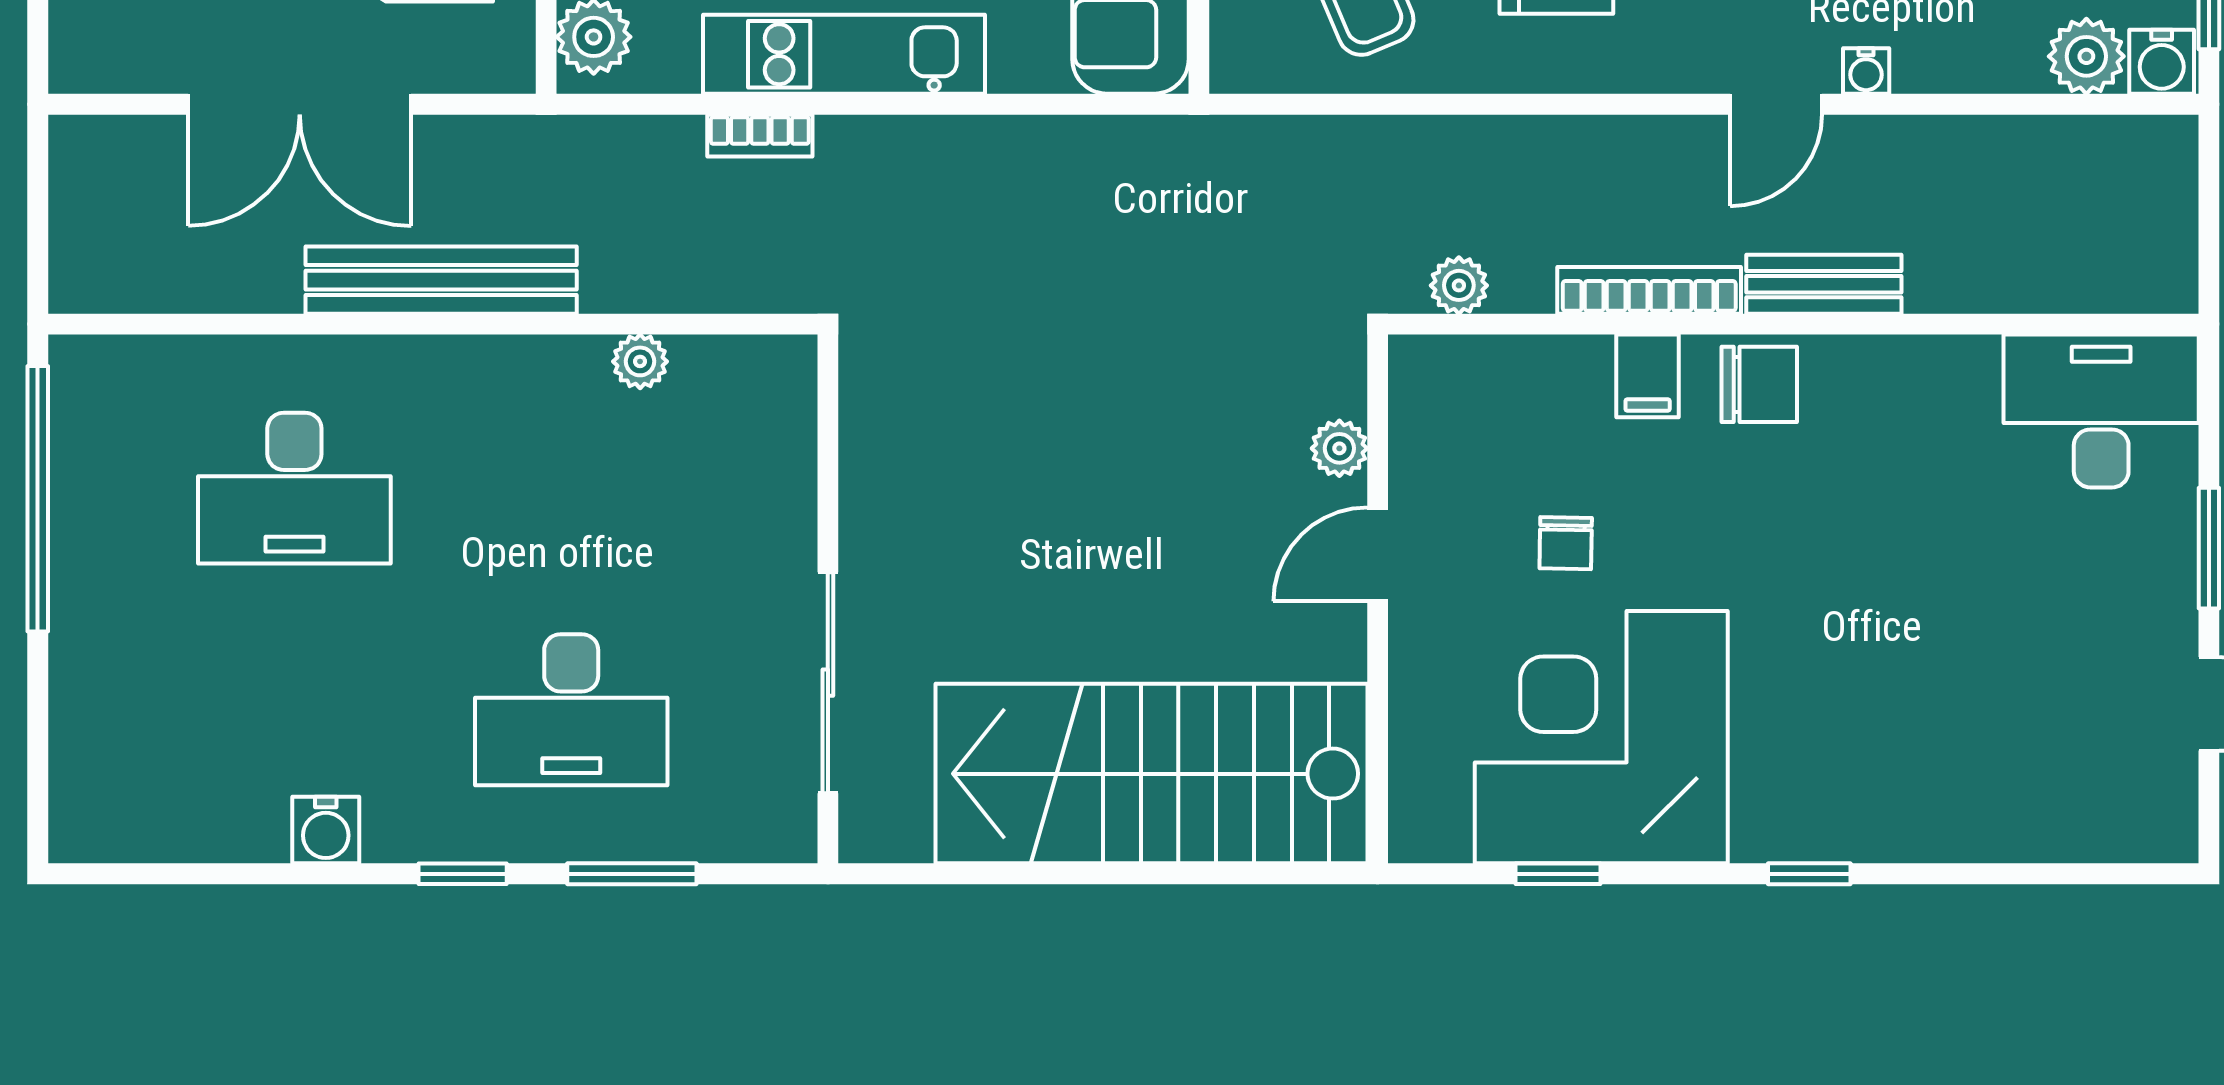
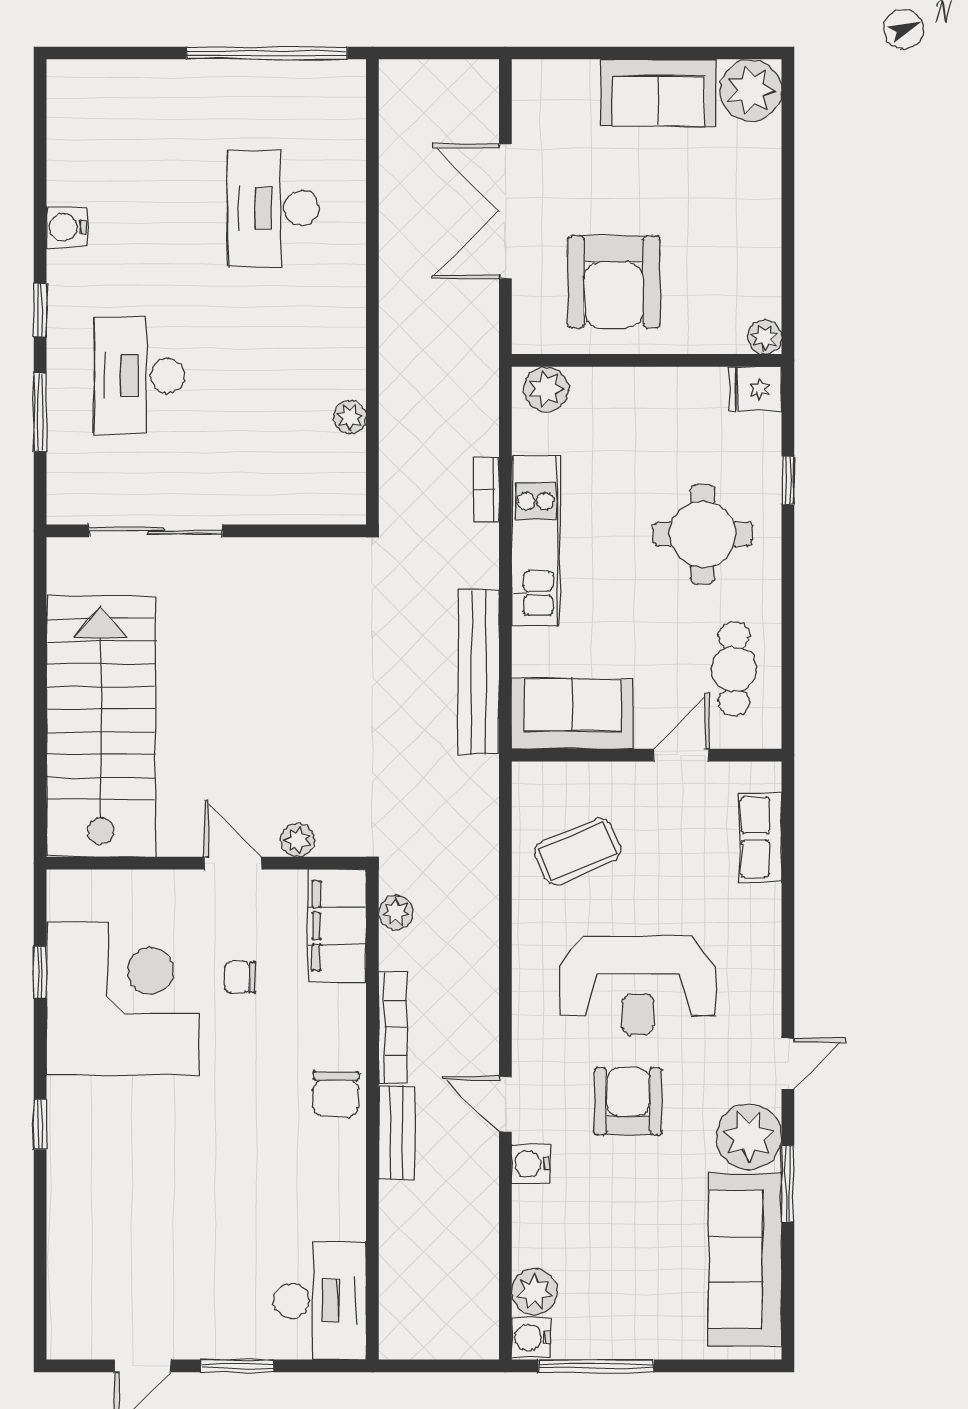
water cooler: (1866, 71) -> (531, 1164), width x1.38, depth x1.38
bench: (441, 280) -> (479, 672), moved
filing cabinet: (1648, 376) -> (337, 926), moved, width x3.00, depth x1.17

